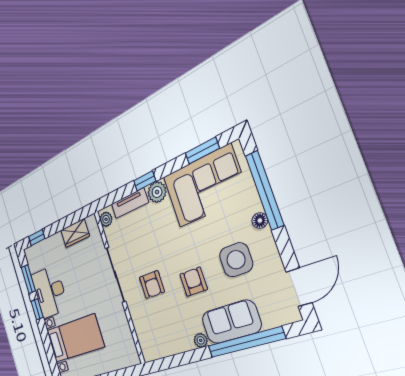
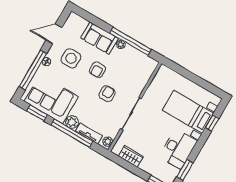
window: (145, 181) -> (72, 133), width x3.17
armchair: (152, 285) -> (107, 94), moved
door: (299, 287) -> (54, 34), moved
window: (37, 309) -> (212, 123), moved
window: (246, 342) -> (130, 41), moved

